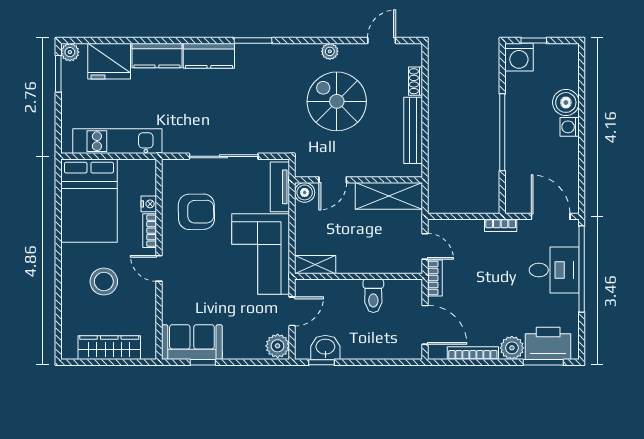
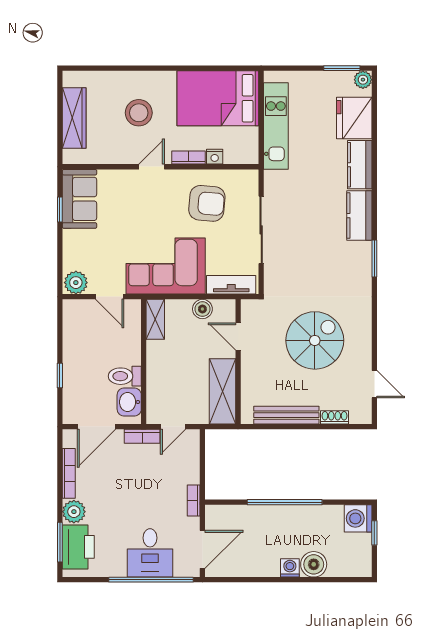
plant: (330, 51) -> (364, 334), removed
boiler: (305, 192) -> (202, 309), moved
armchair: (196, 212) -> (207, 203), turned -84
washbasin: (325, 347) -> (129, 402), moved, turned 180
window: (322, 362) -> (60, 376), moved

